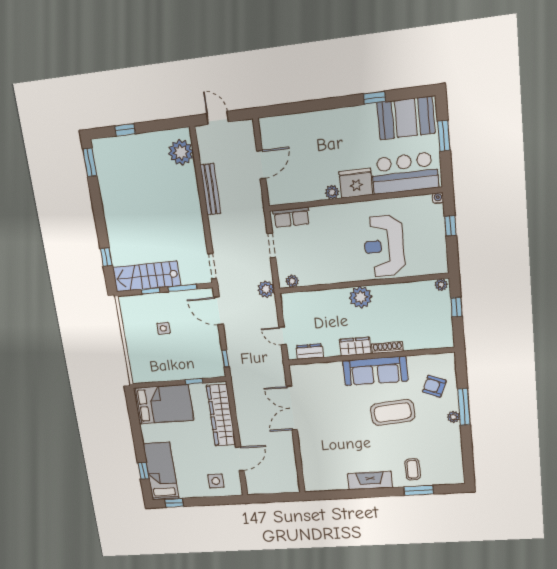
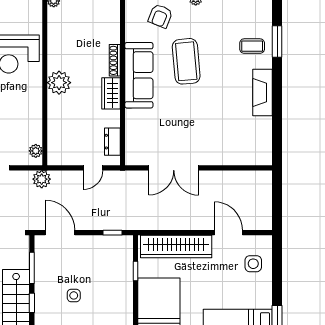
door: (219, 311) -> (60, 233), swing flipped

